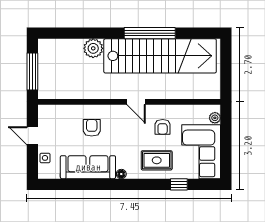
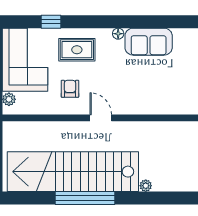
plant: (93, 48) -> (146, 186), width x0.53, depth x0.53
armchair: (92, 128) -> (153, 88), removed
sofa: (88, 167) -> (149, 42), width x0.73

